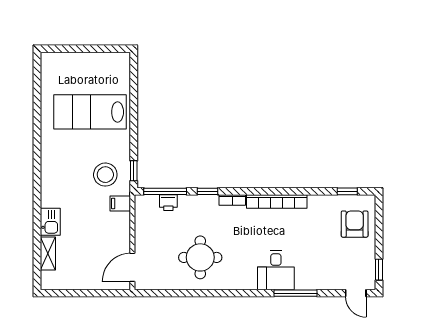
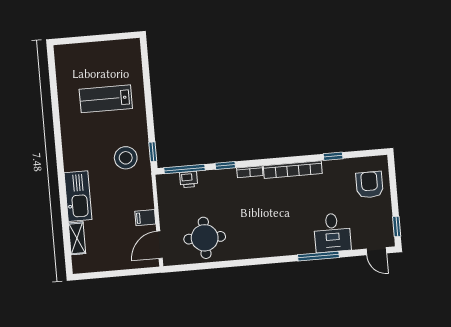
lab bench: (90, 112) -> (106, 99), width x0.73, depth x0.72
window: (347, 191) -> (333, 156), moved
filing cabinet: (120, 203) -> (145, 218), moved
kitchen sink: (50, 222) -> (78, 196), width x1.88, depth x1.24
round table: (200, 257) -> (205, 238), moved
desk: (276, 270) -> (332, 233), moved

